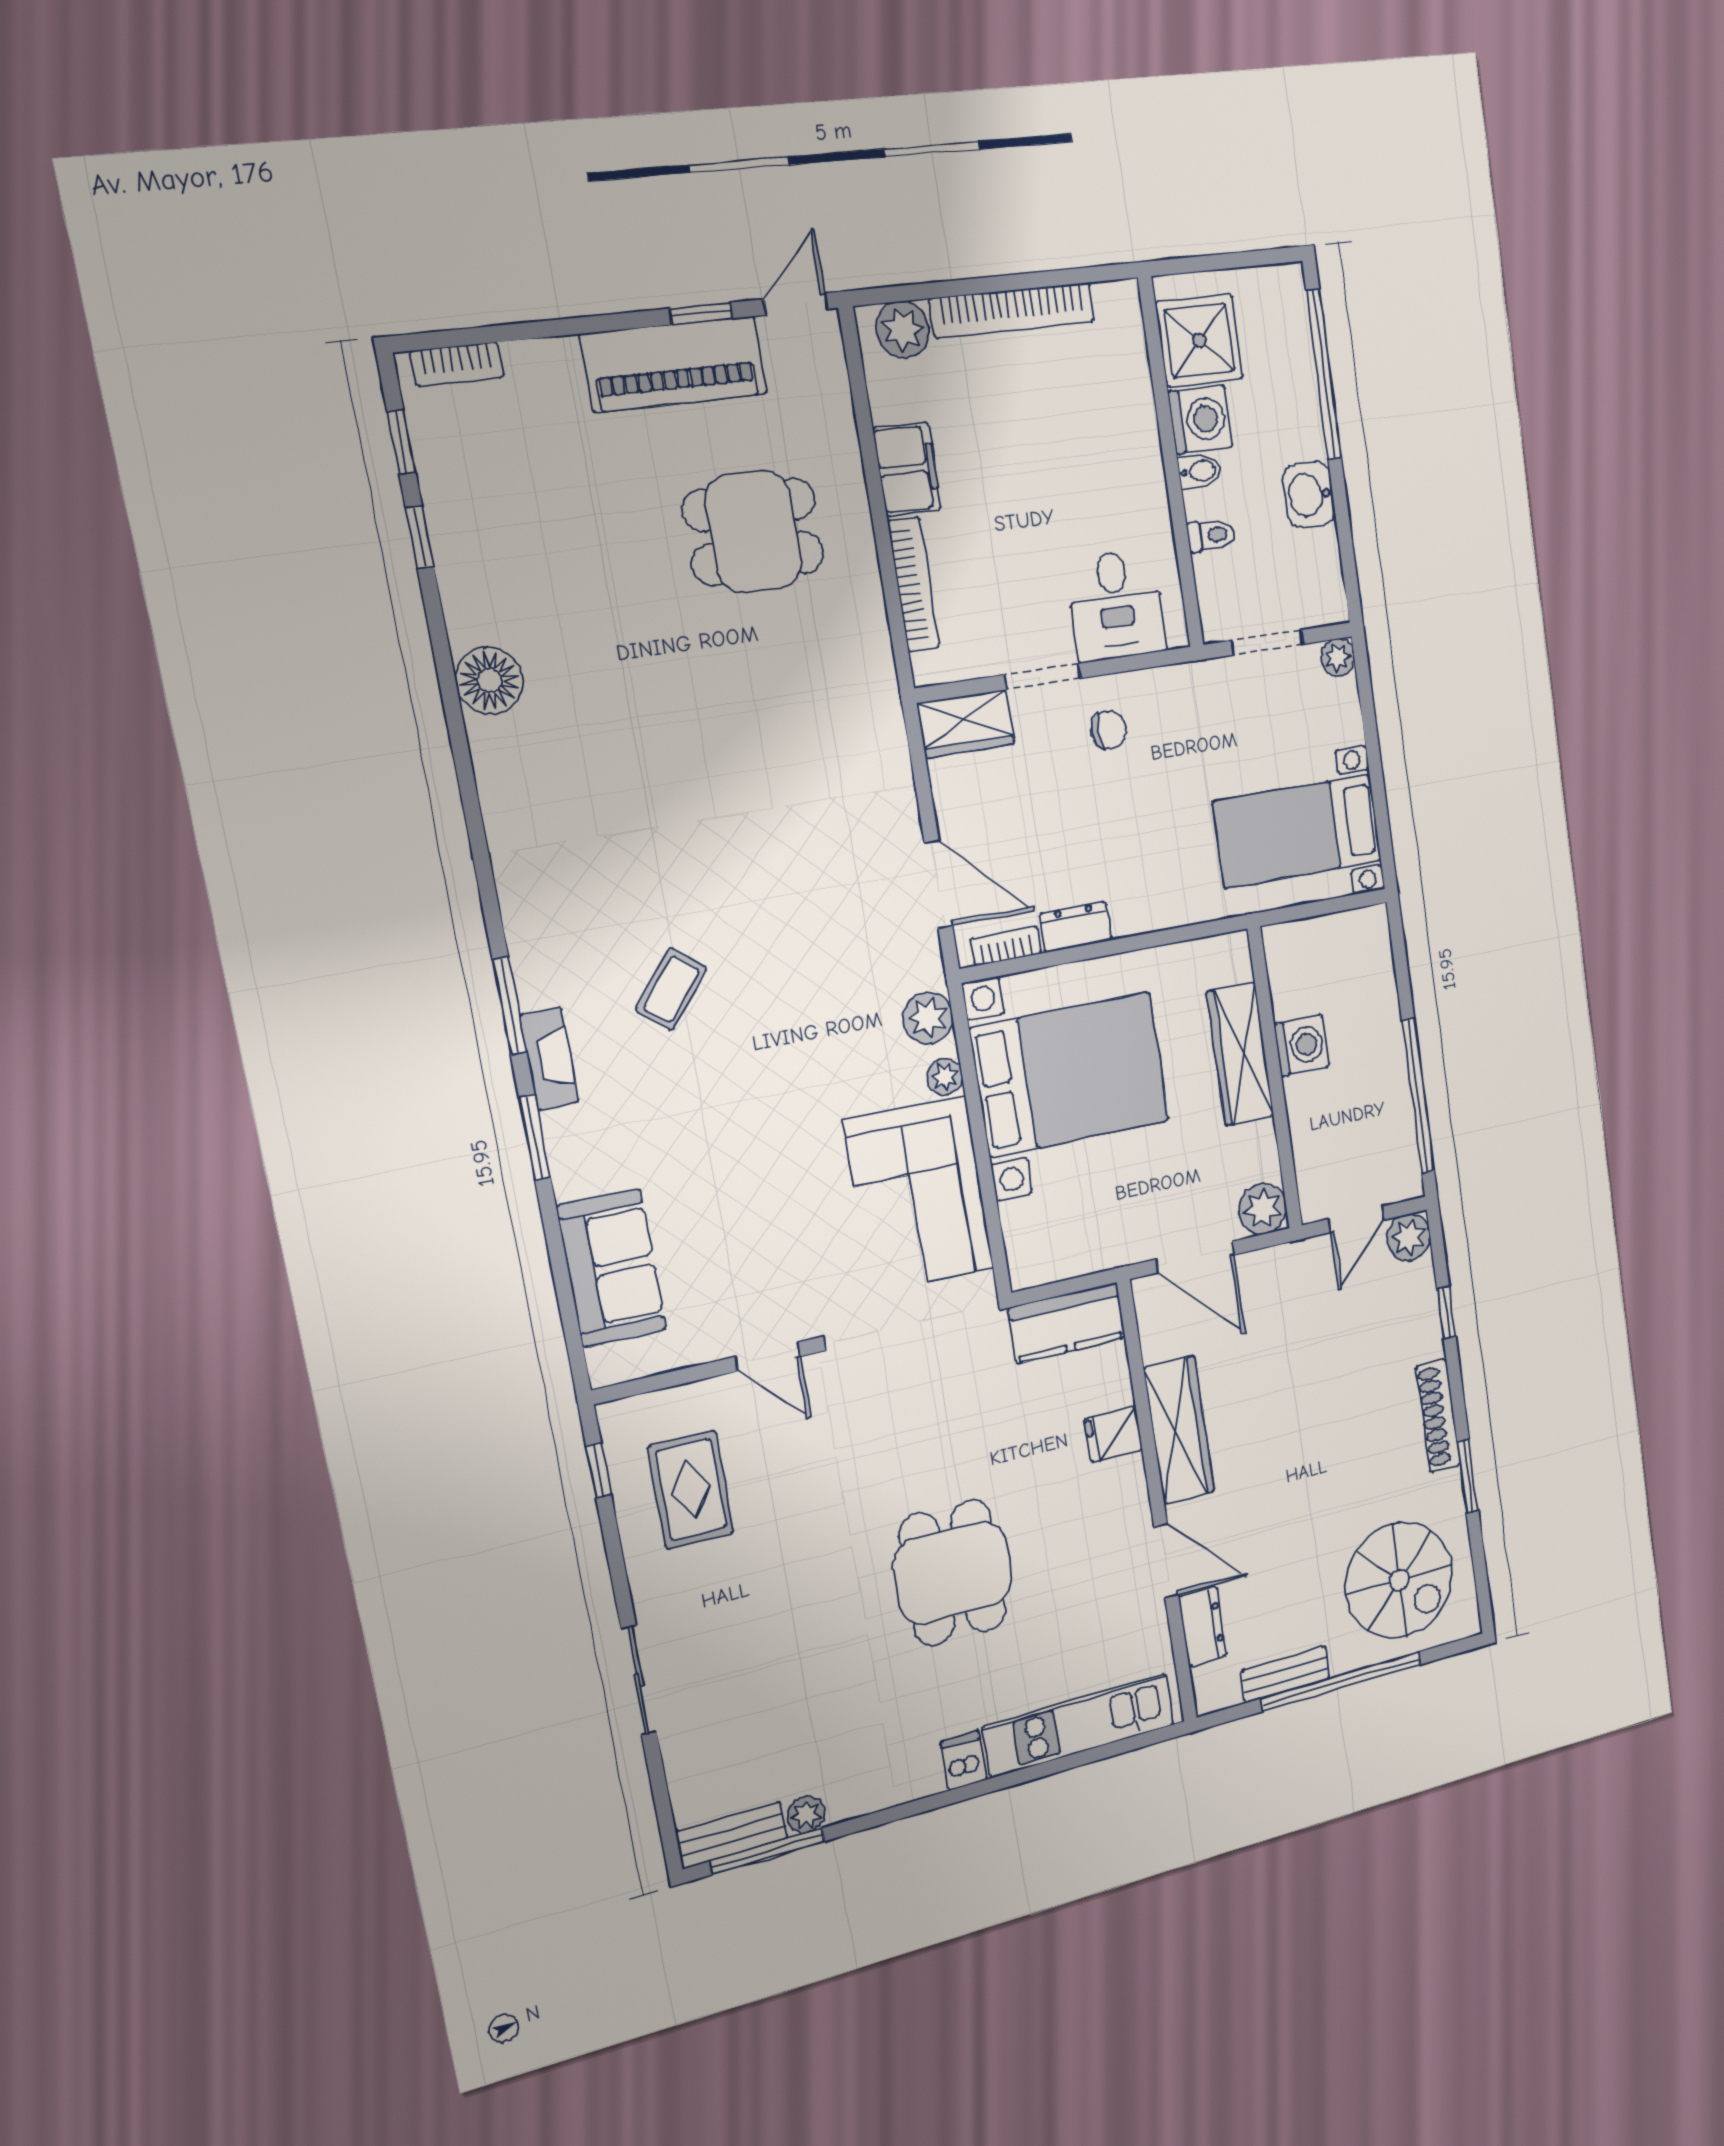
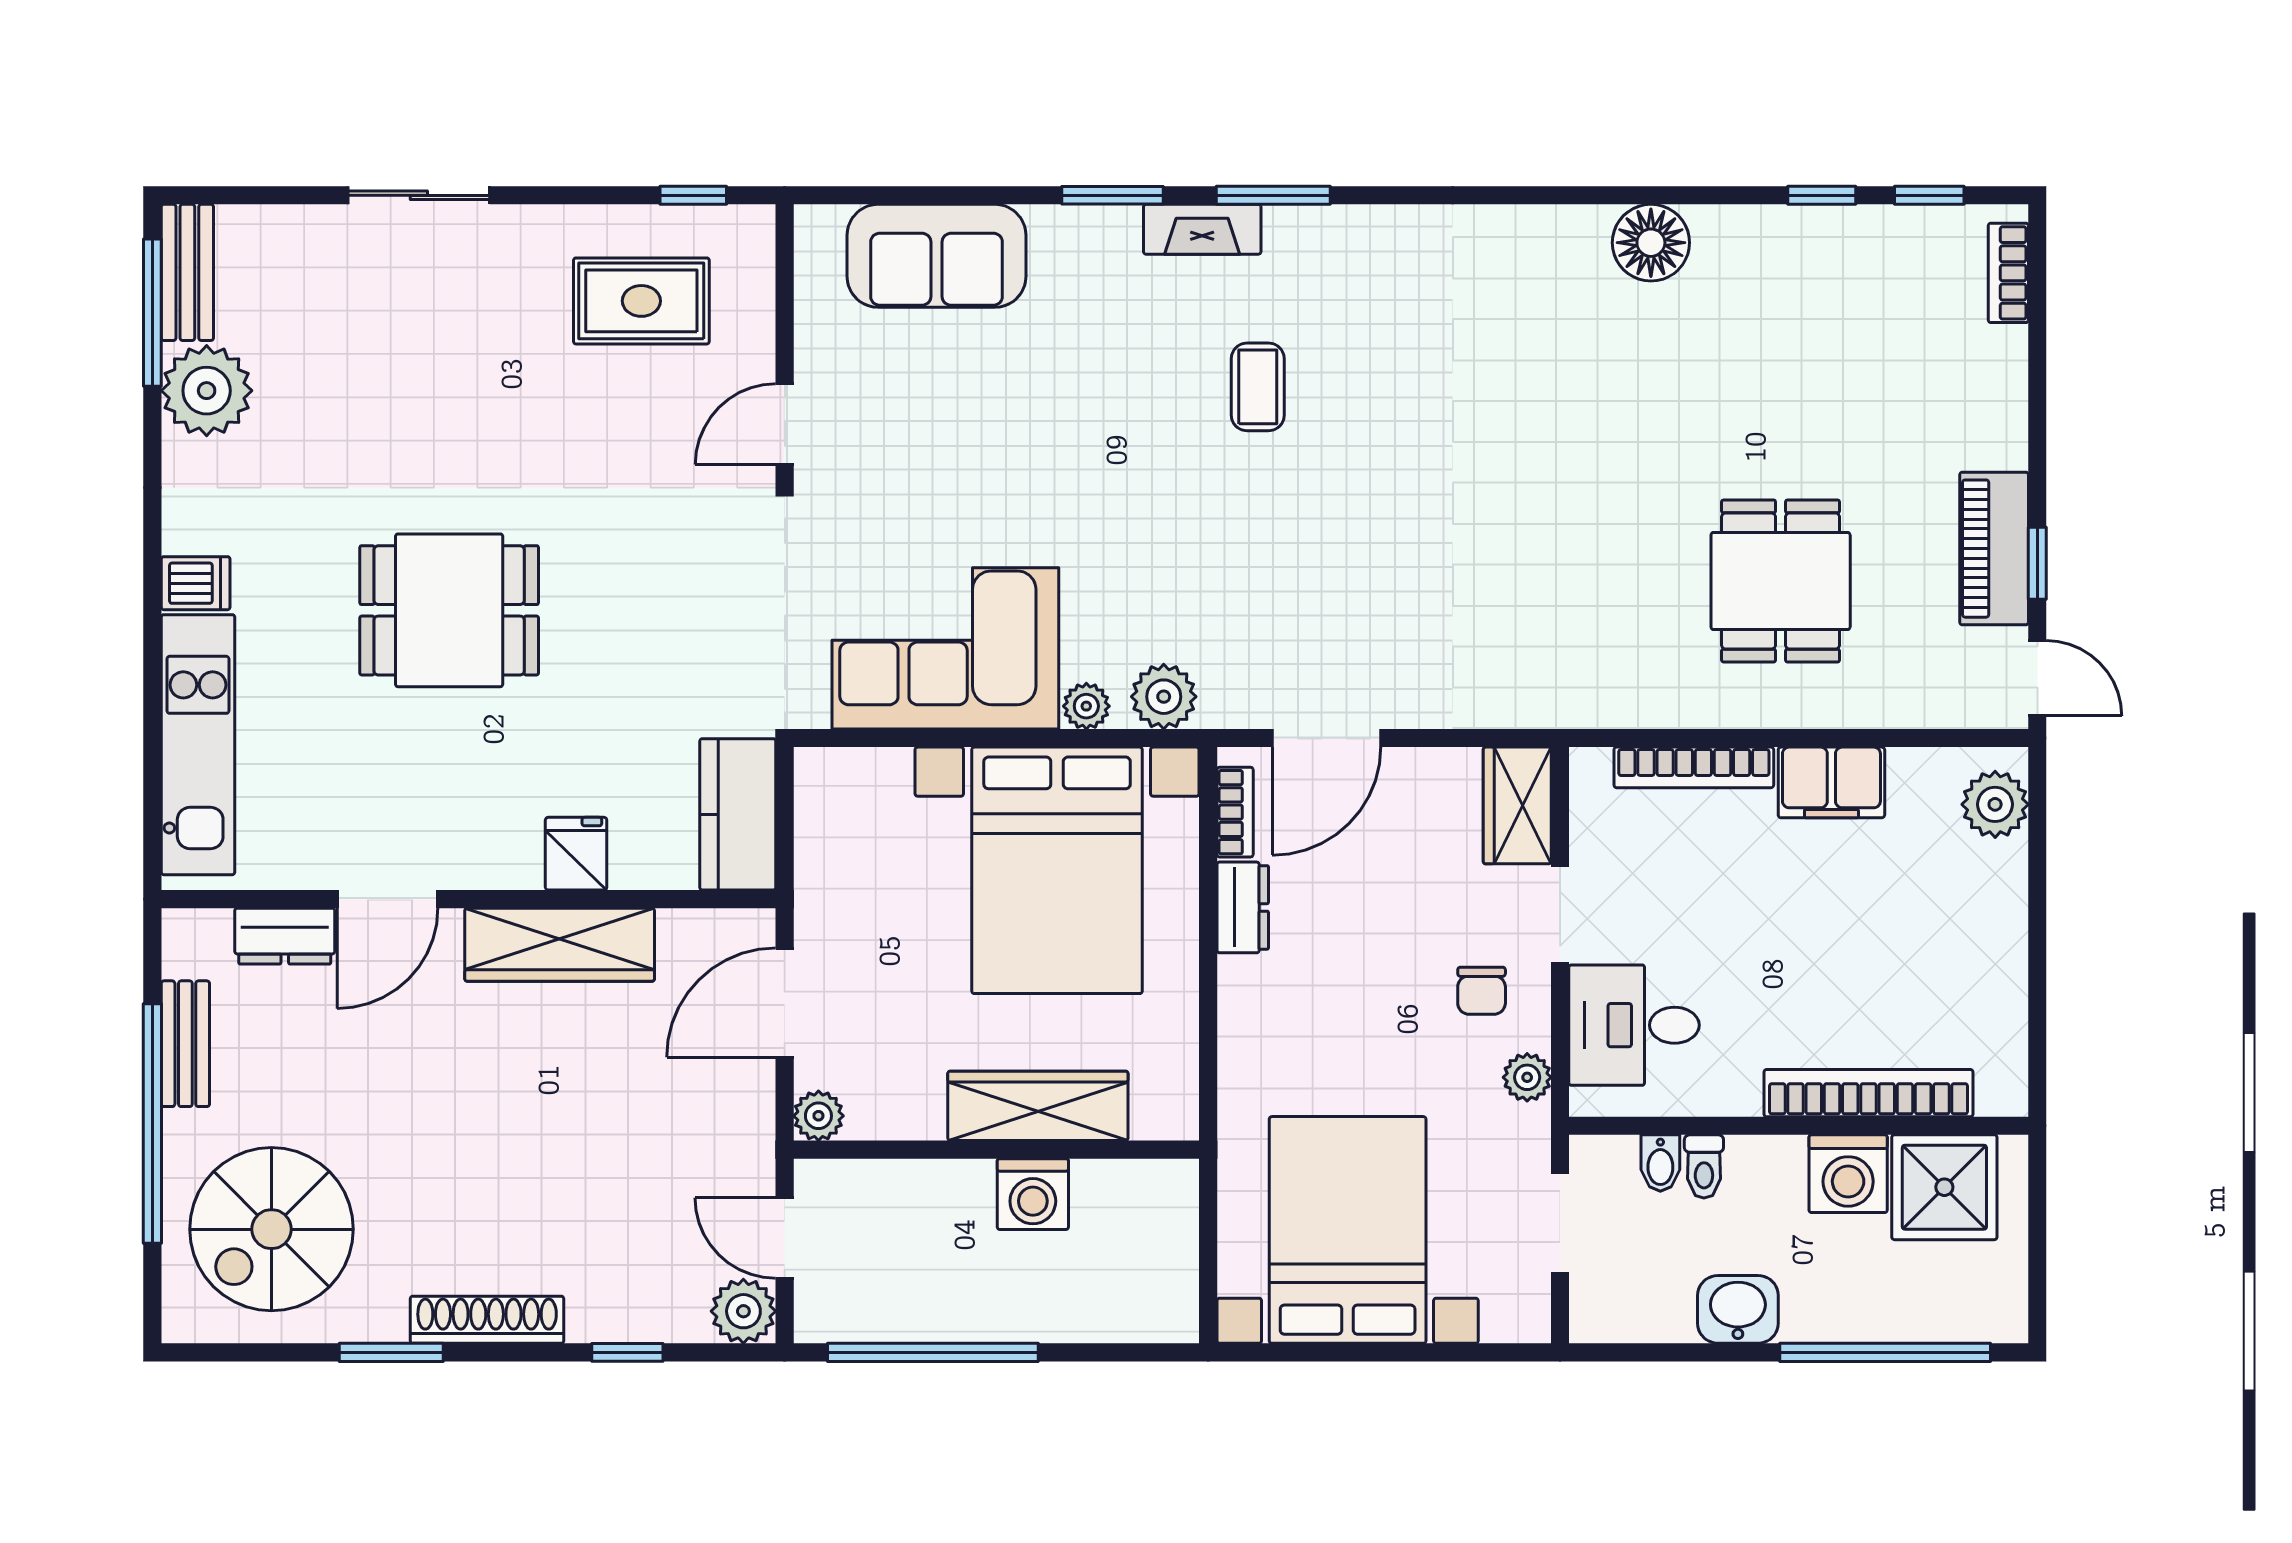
bookcase: (1012, 310) -> (1868, 1093), moved, turned 90
piano: (674, 364) -> (1994, 549), width x0.73, depth x0.75
bidet: (1200, 471) -> (1660, 1163), moved
plant: (1338, 657) -> (1527, 1077), moved
bed with nightstands: (1298, 831) -> (1348, 1230), width x1.36
coffee table: (671, 989) -> (1258, 387), turned 51
plant: (1263, 1209) -> (818, 1116), width x0.73, depth x0.73
plant: (806, 1815) -> (207, 391), width x1.88, depth x1.88

